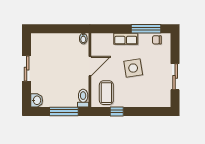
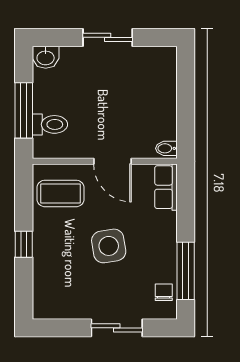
row of seats: (126, 39) -> (166, 187), moved
sliding door: (175, 77) -> (117, 328), moved
toilet: (83, 98) -> (50, 124), moved
window: (117, 111) -> (24, 244), moved

